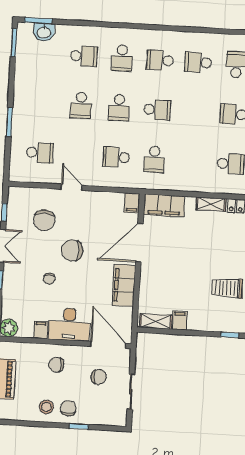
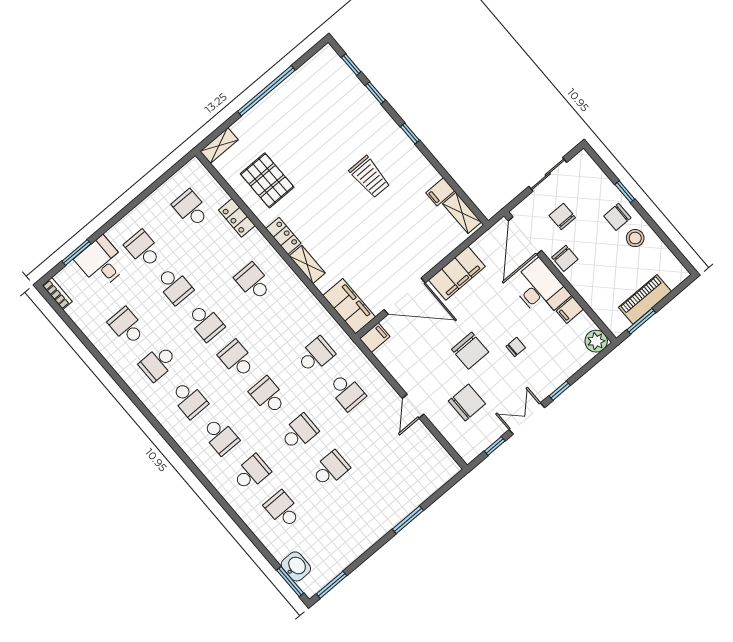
school desk: (40, 153) -> (237, 359), moved
chair: (56, 365) -> (565, 258), moved

